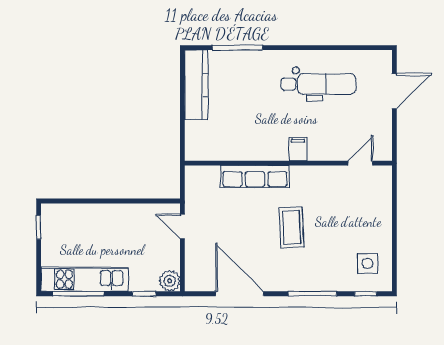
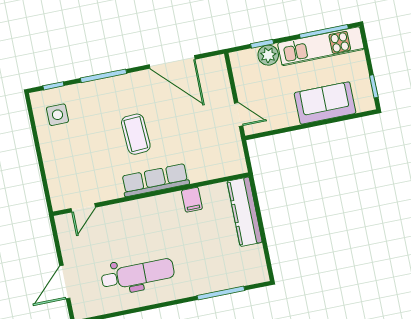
dental chair: (318, 84) -> (138, 274), turned 180
kitchen counter: (196, 85) -> (245, 212), moved
filing cabinet: (298, 149) -> (192, 200), moved
row of seats: (255, 177) -> (155, 180), moved
sofa: (92, 220) -> (325, 103), added
plant: (170, 281) -> (268, 55), moved

